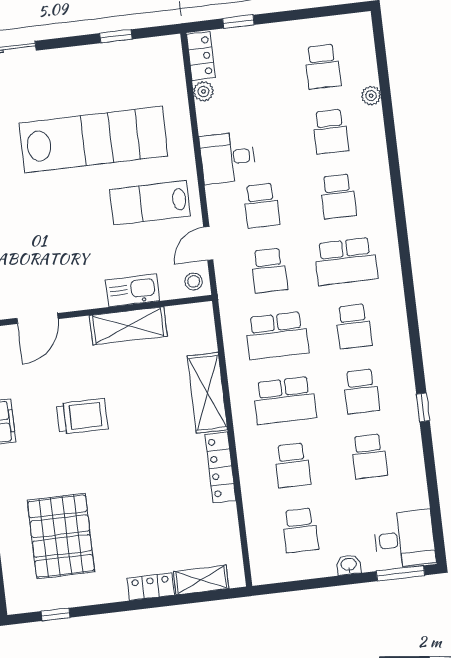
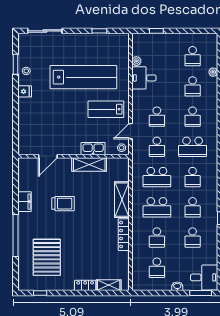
locker: (201, 56) -> (137, 45), removed
desk: (227, 158) -> (144, 78), moved

